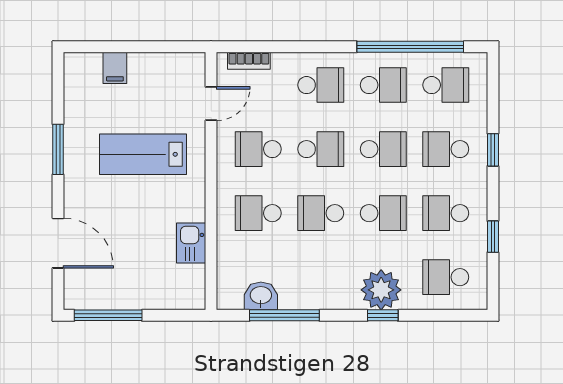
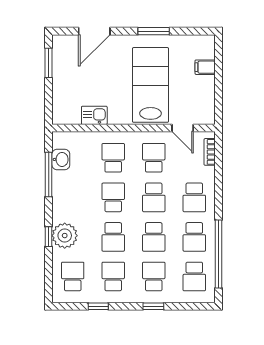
lab bench: (143, 154) -> (150, 85), width x1.36, depth x1.39
window: (108, 315) -> (49, 63), width x0.69

